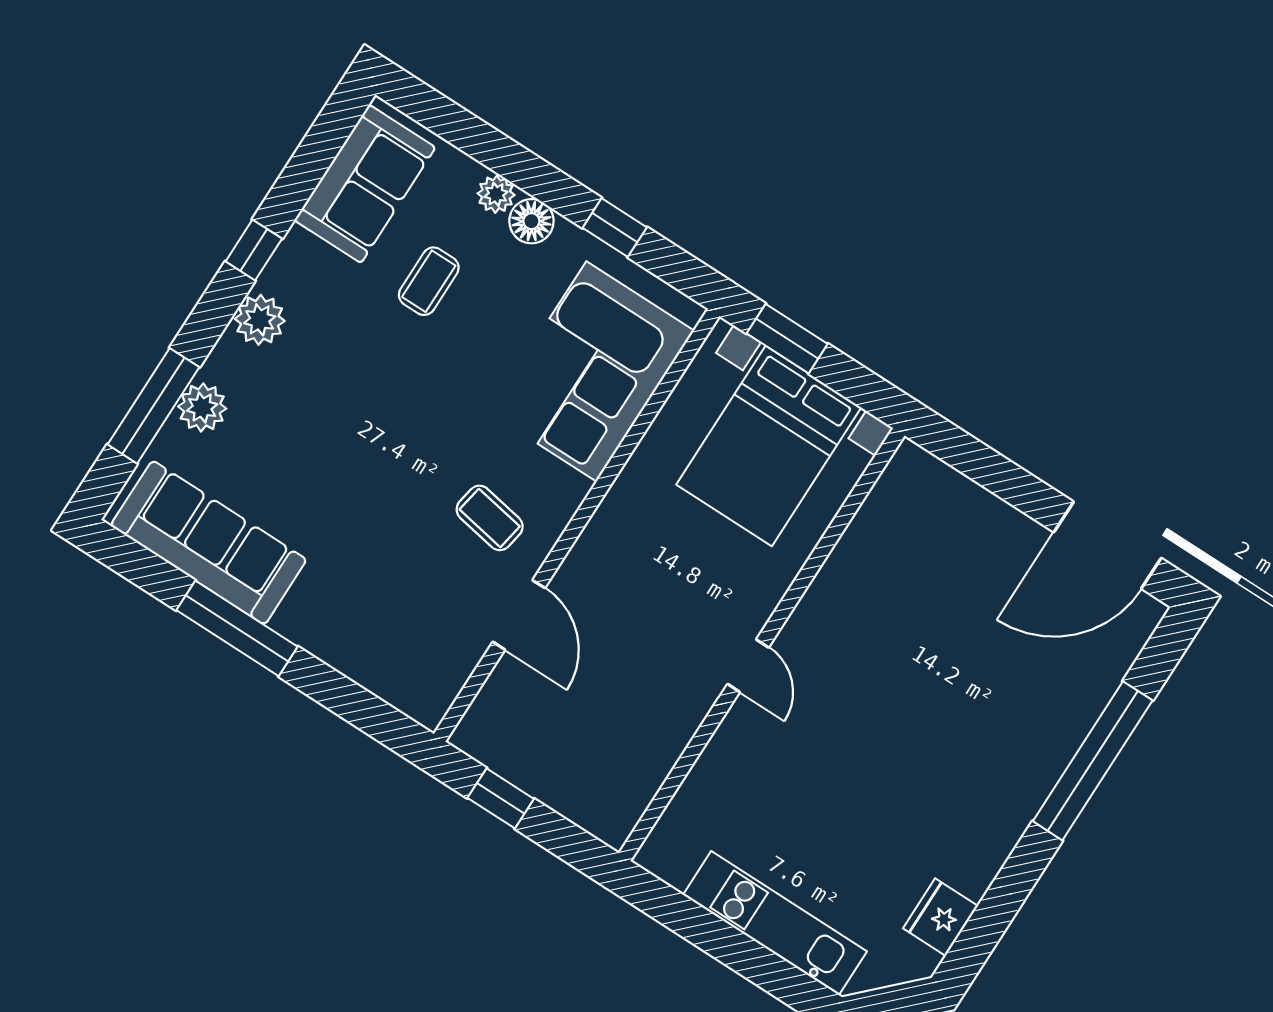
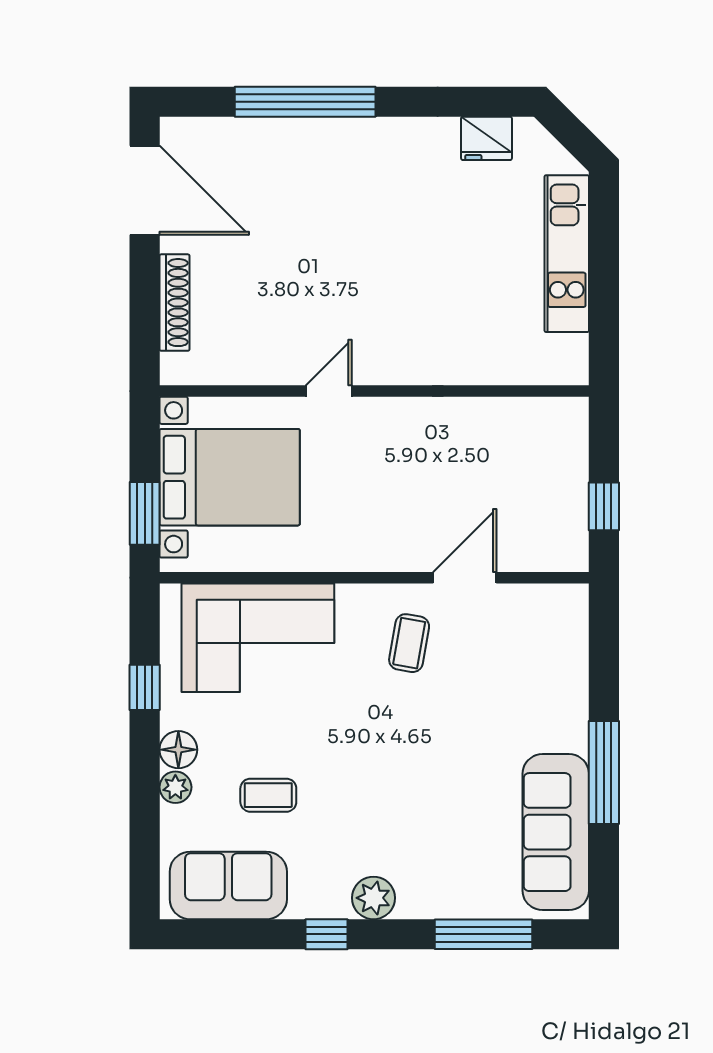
plant: (202, 407) -> (462, 899), removed
shoe rack: (977, 503) -> (175, 303), added
door: (748, 666) -> (329, 391), moved

